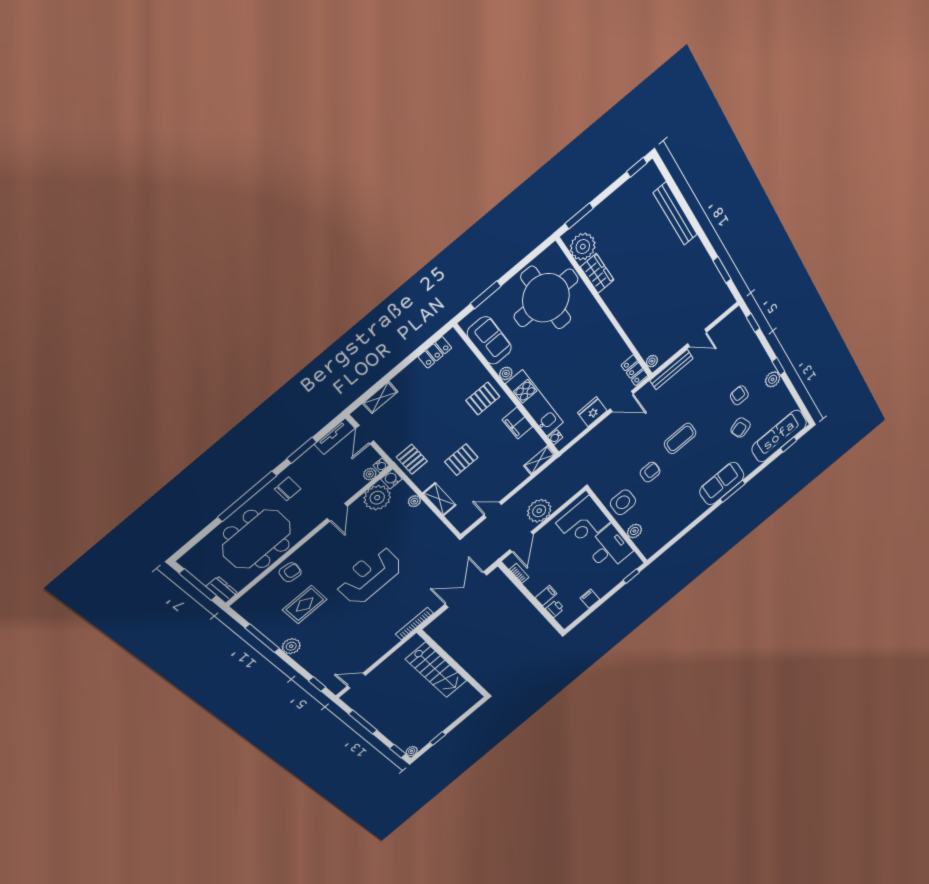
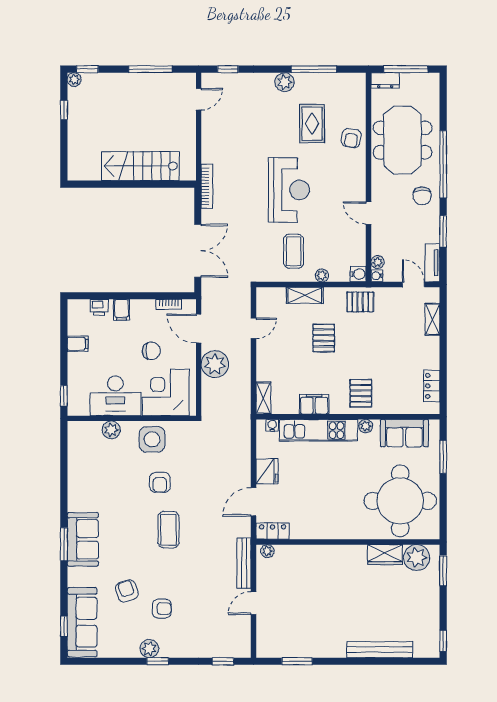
plant: (377, 498) -> (352, 251), removed
coffee table: (413, 534) -> (294, 251), added
chair: (561, 555) -> (151, 351), added

